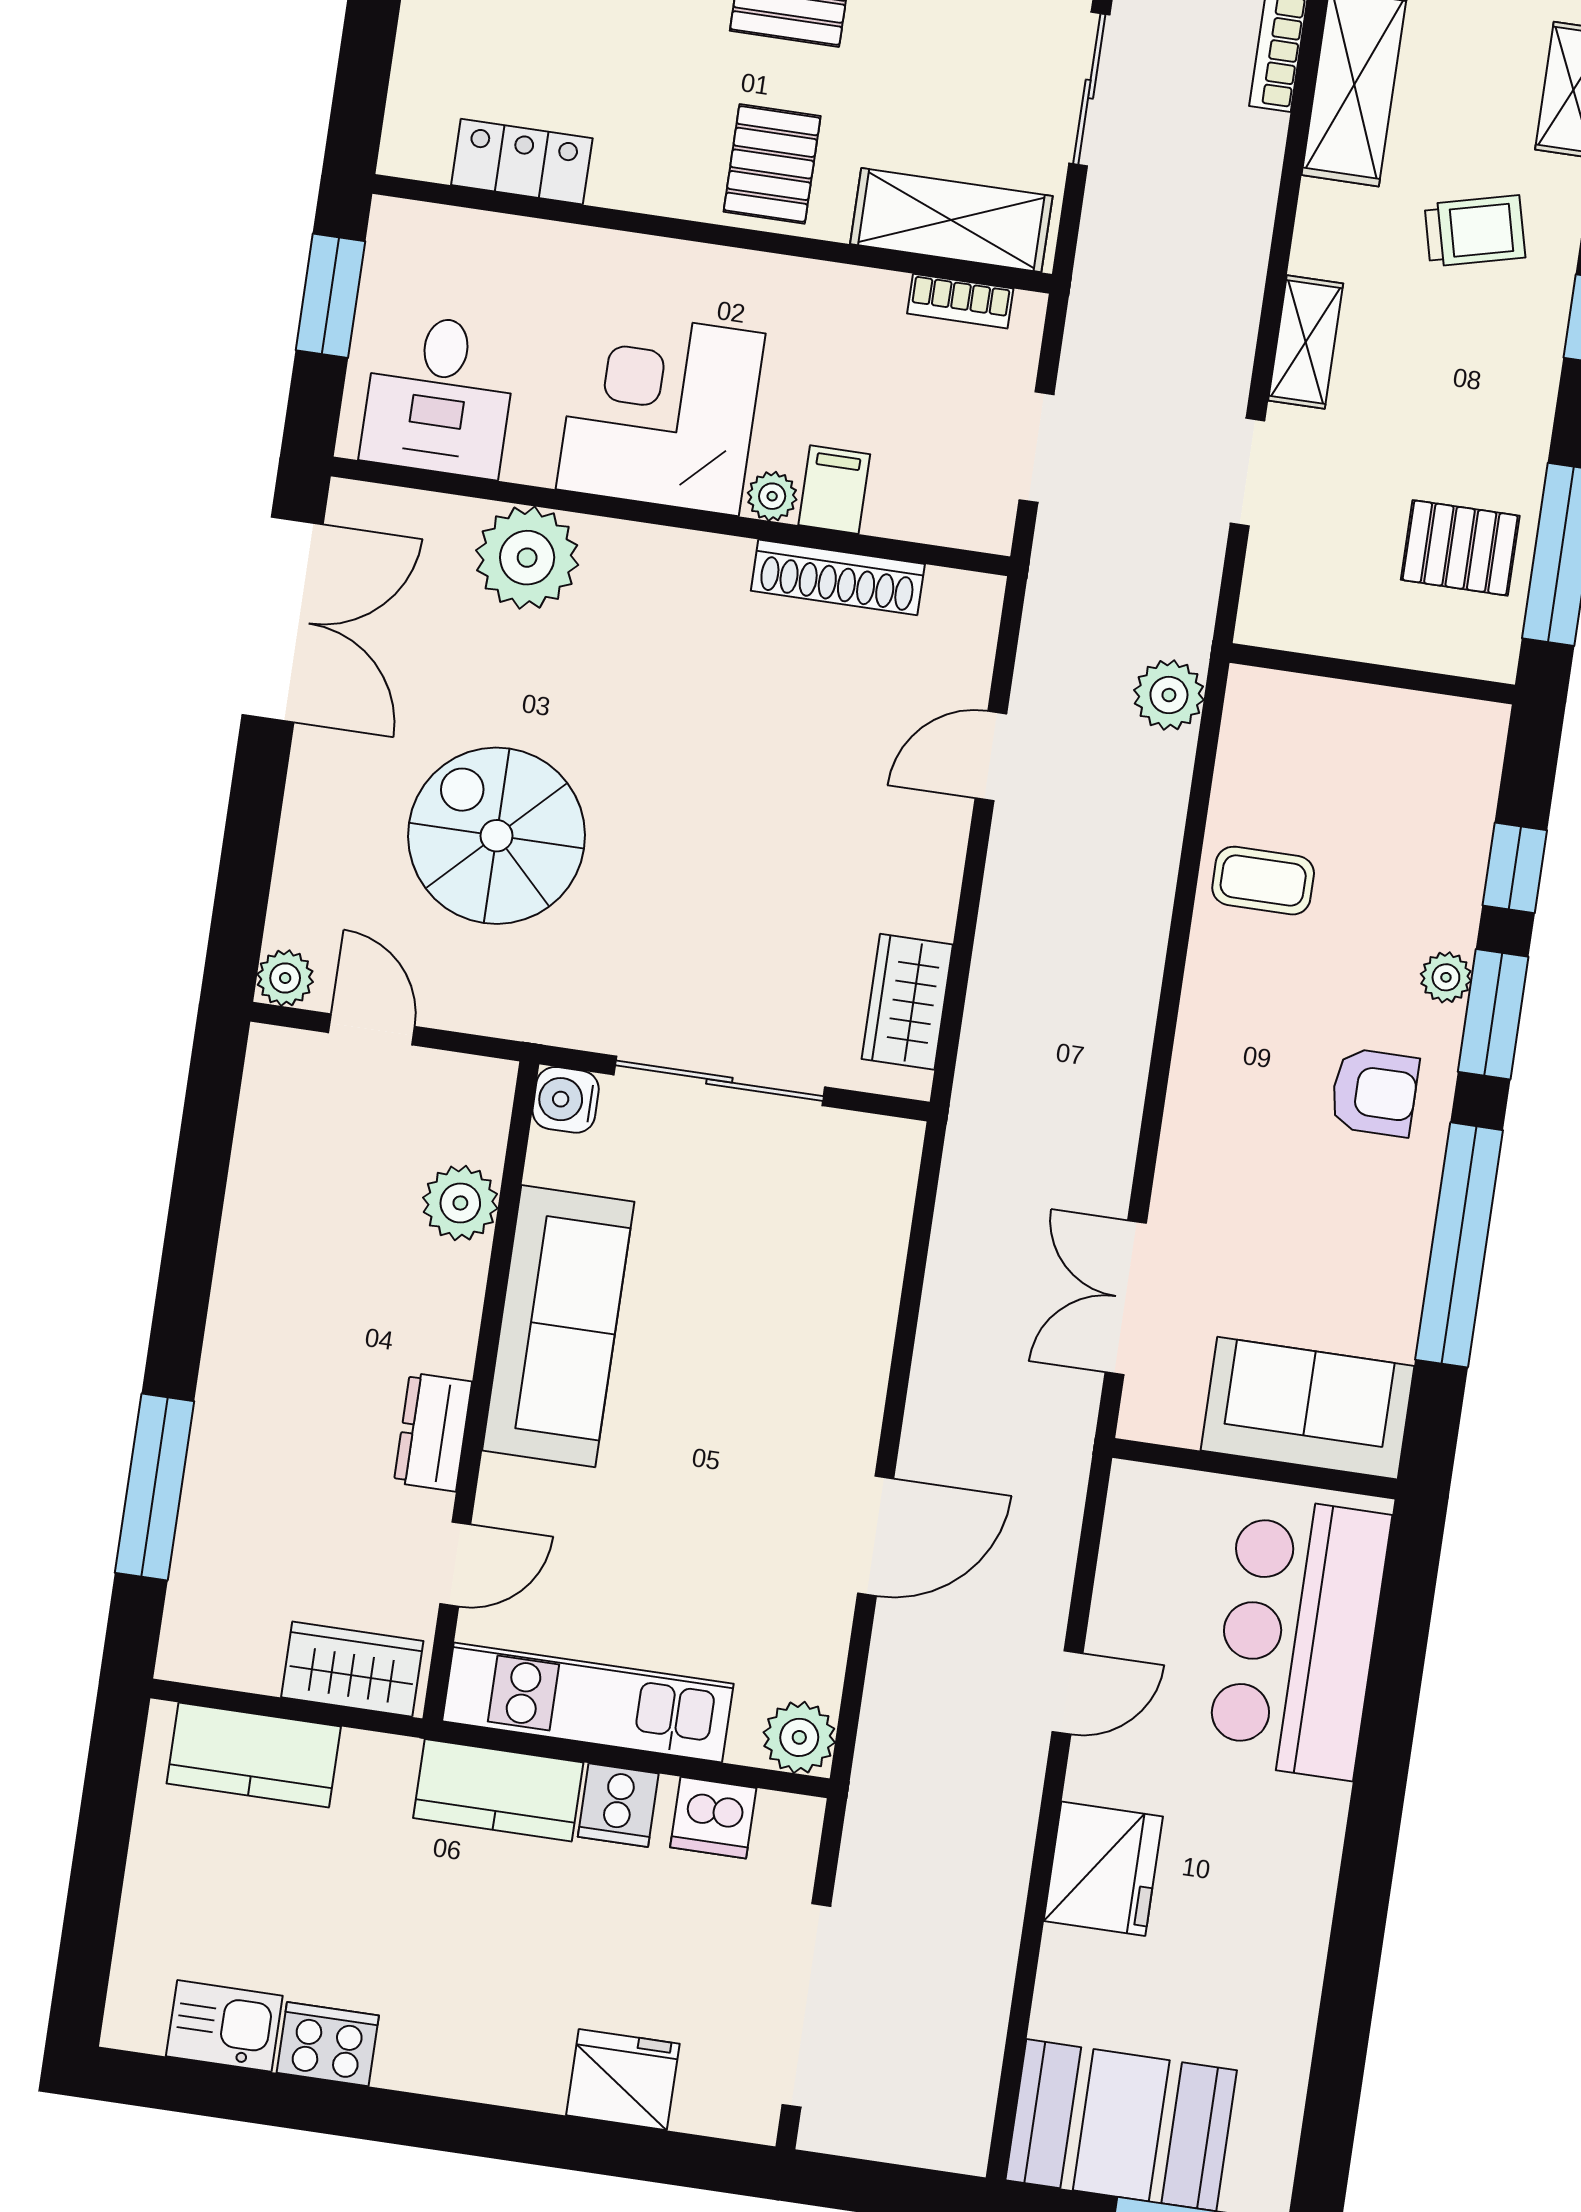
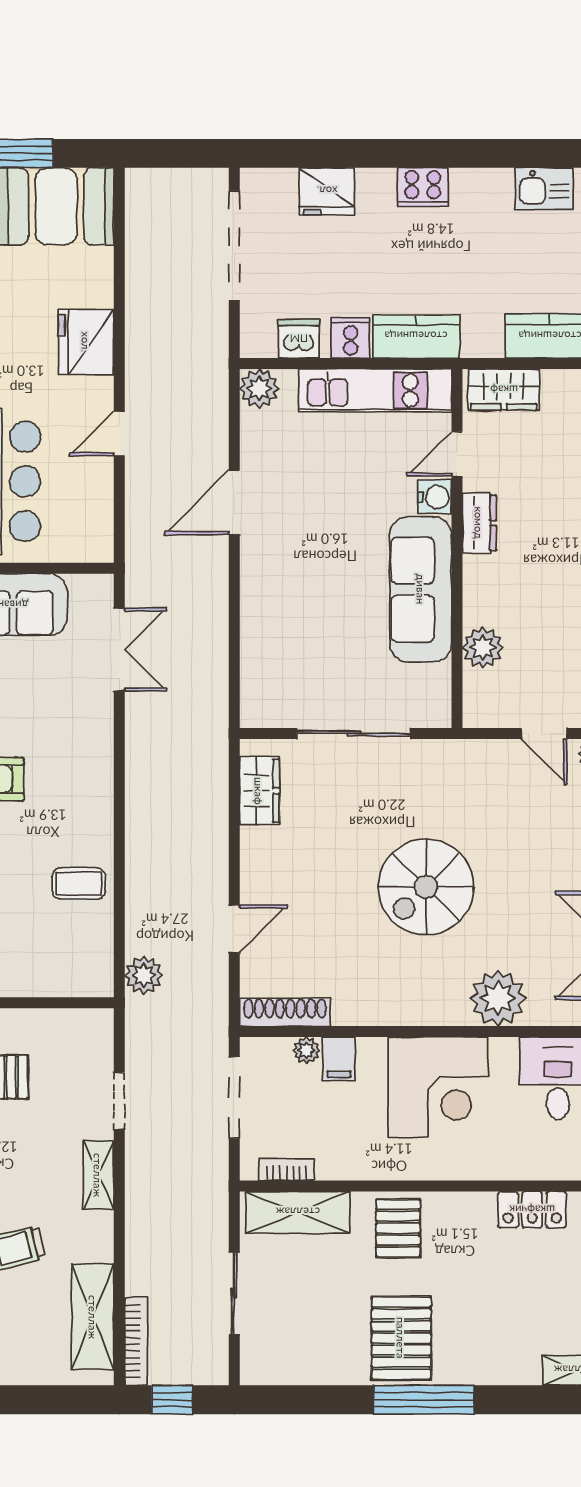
doorway: (1036, 447) -> (234, 1098), width x1.38
plant: (772, 496) -> (306, 1050), moved
shoe rack: (838, 577) -> (285, 1012), moved
spiral stairs: (497, 836) -> (426, 887), moved, turned 90
water cooler: (566, 1100) -> (435, 497), moved
cooker: (328, 2044) -> (423, 187), moved

